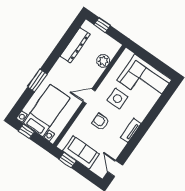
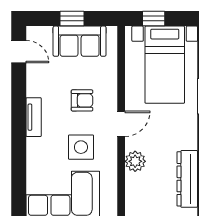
plant: (103, 61) -> (135, 161), moved
window: (27, 131) -> (154, 19), moved
window: (68, 160) -> (72, 19), moved

